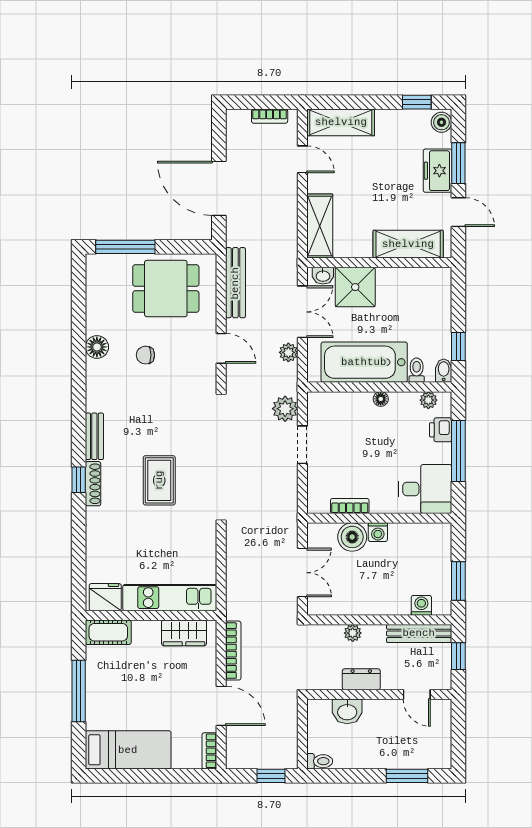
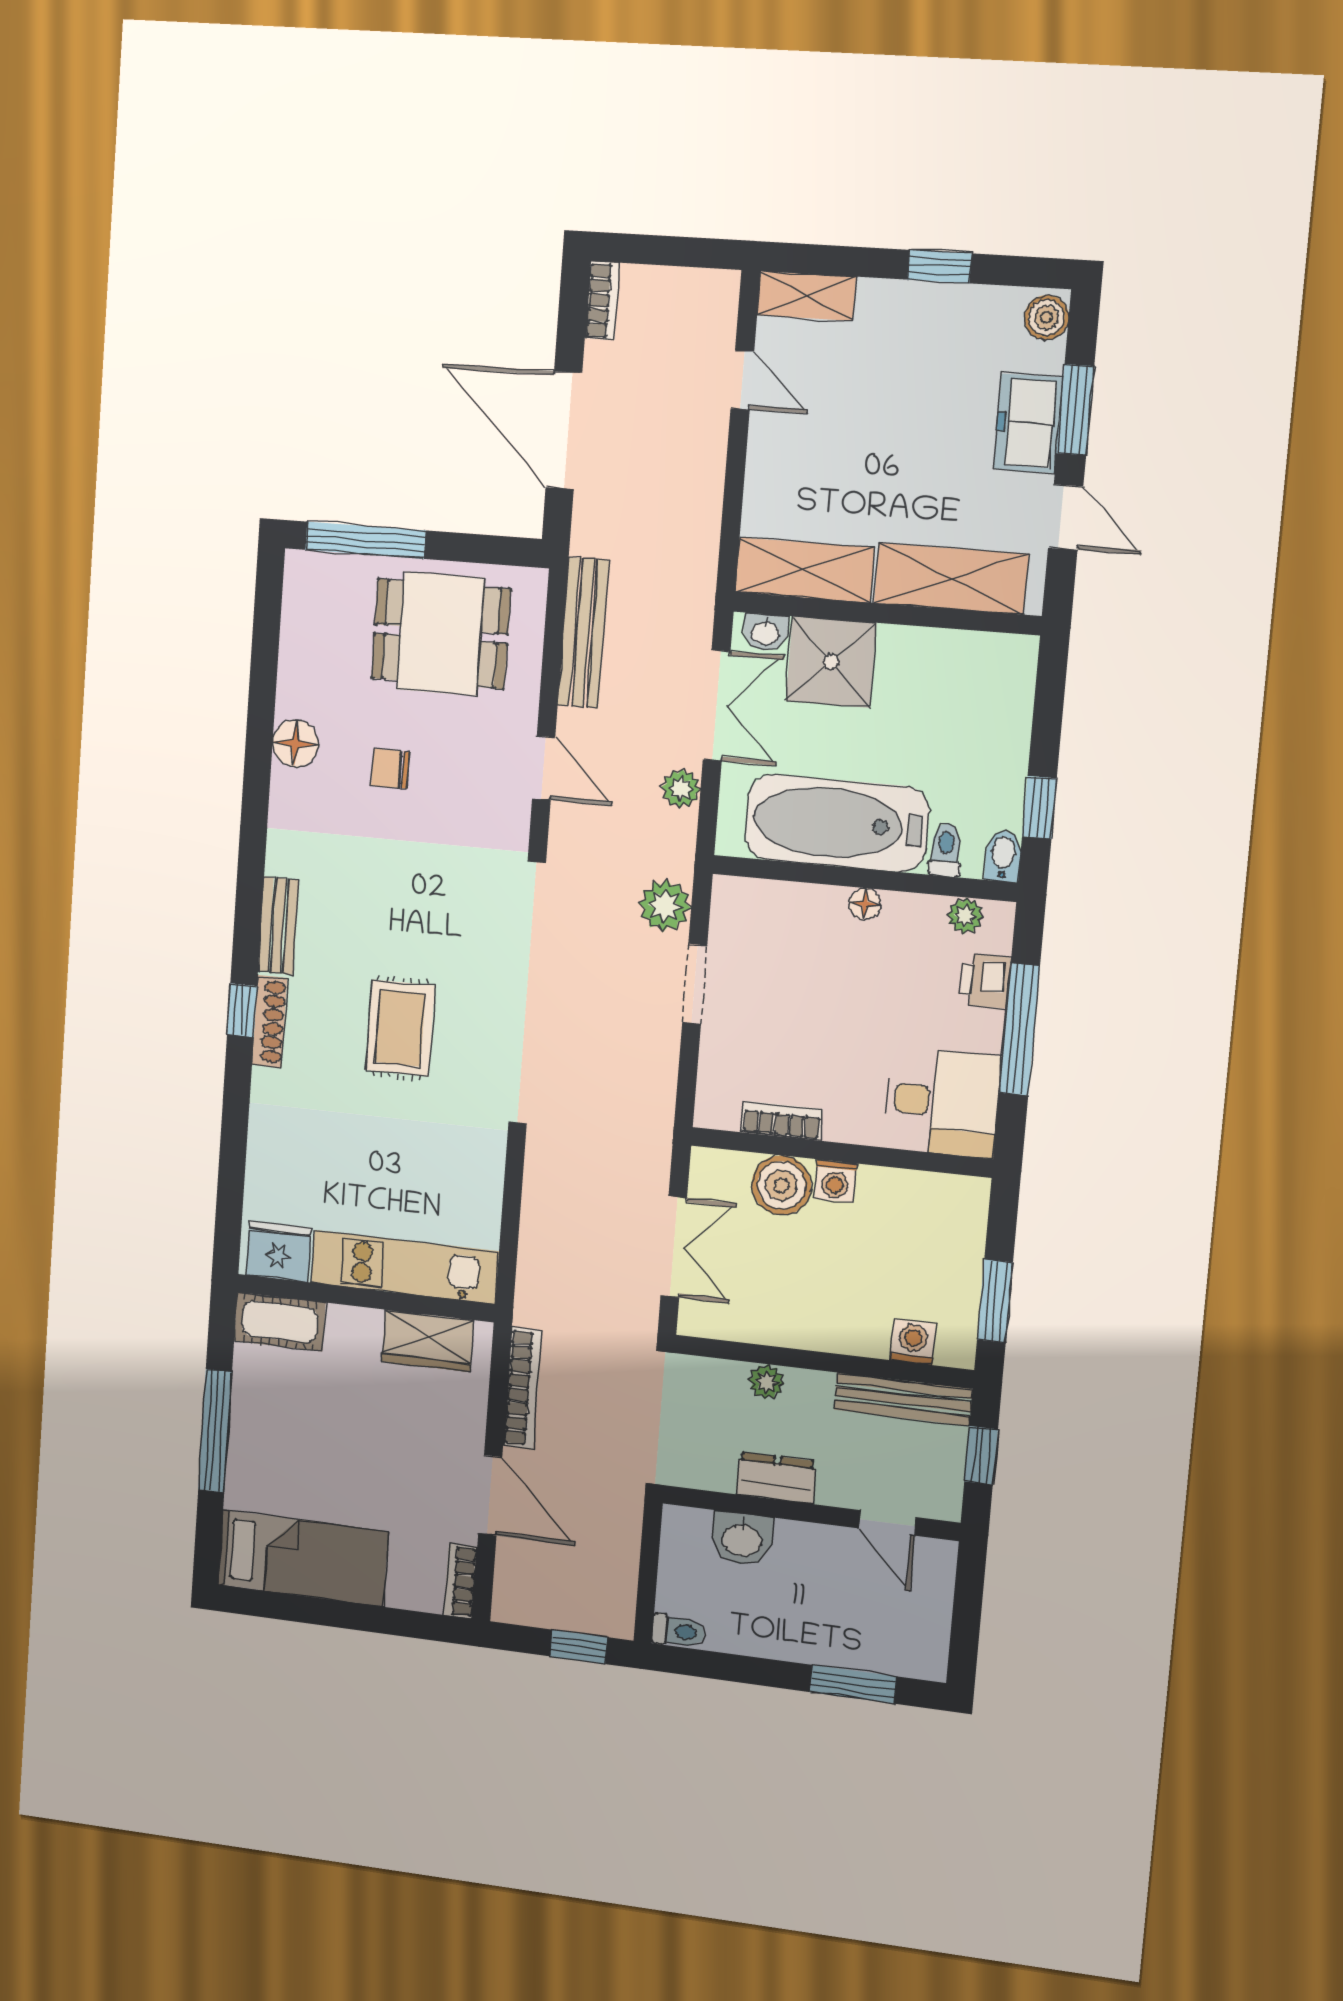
window: (417, 102) -> (940, 267), moved
bookcase: (270, 116) -> (602, 301), moved, turned -90
shelving: (341, 122) -> (806, 296), width x0.67, depth x0.75
shelving: (320, 226) -> (805, 570), moved, turned 90

